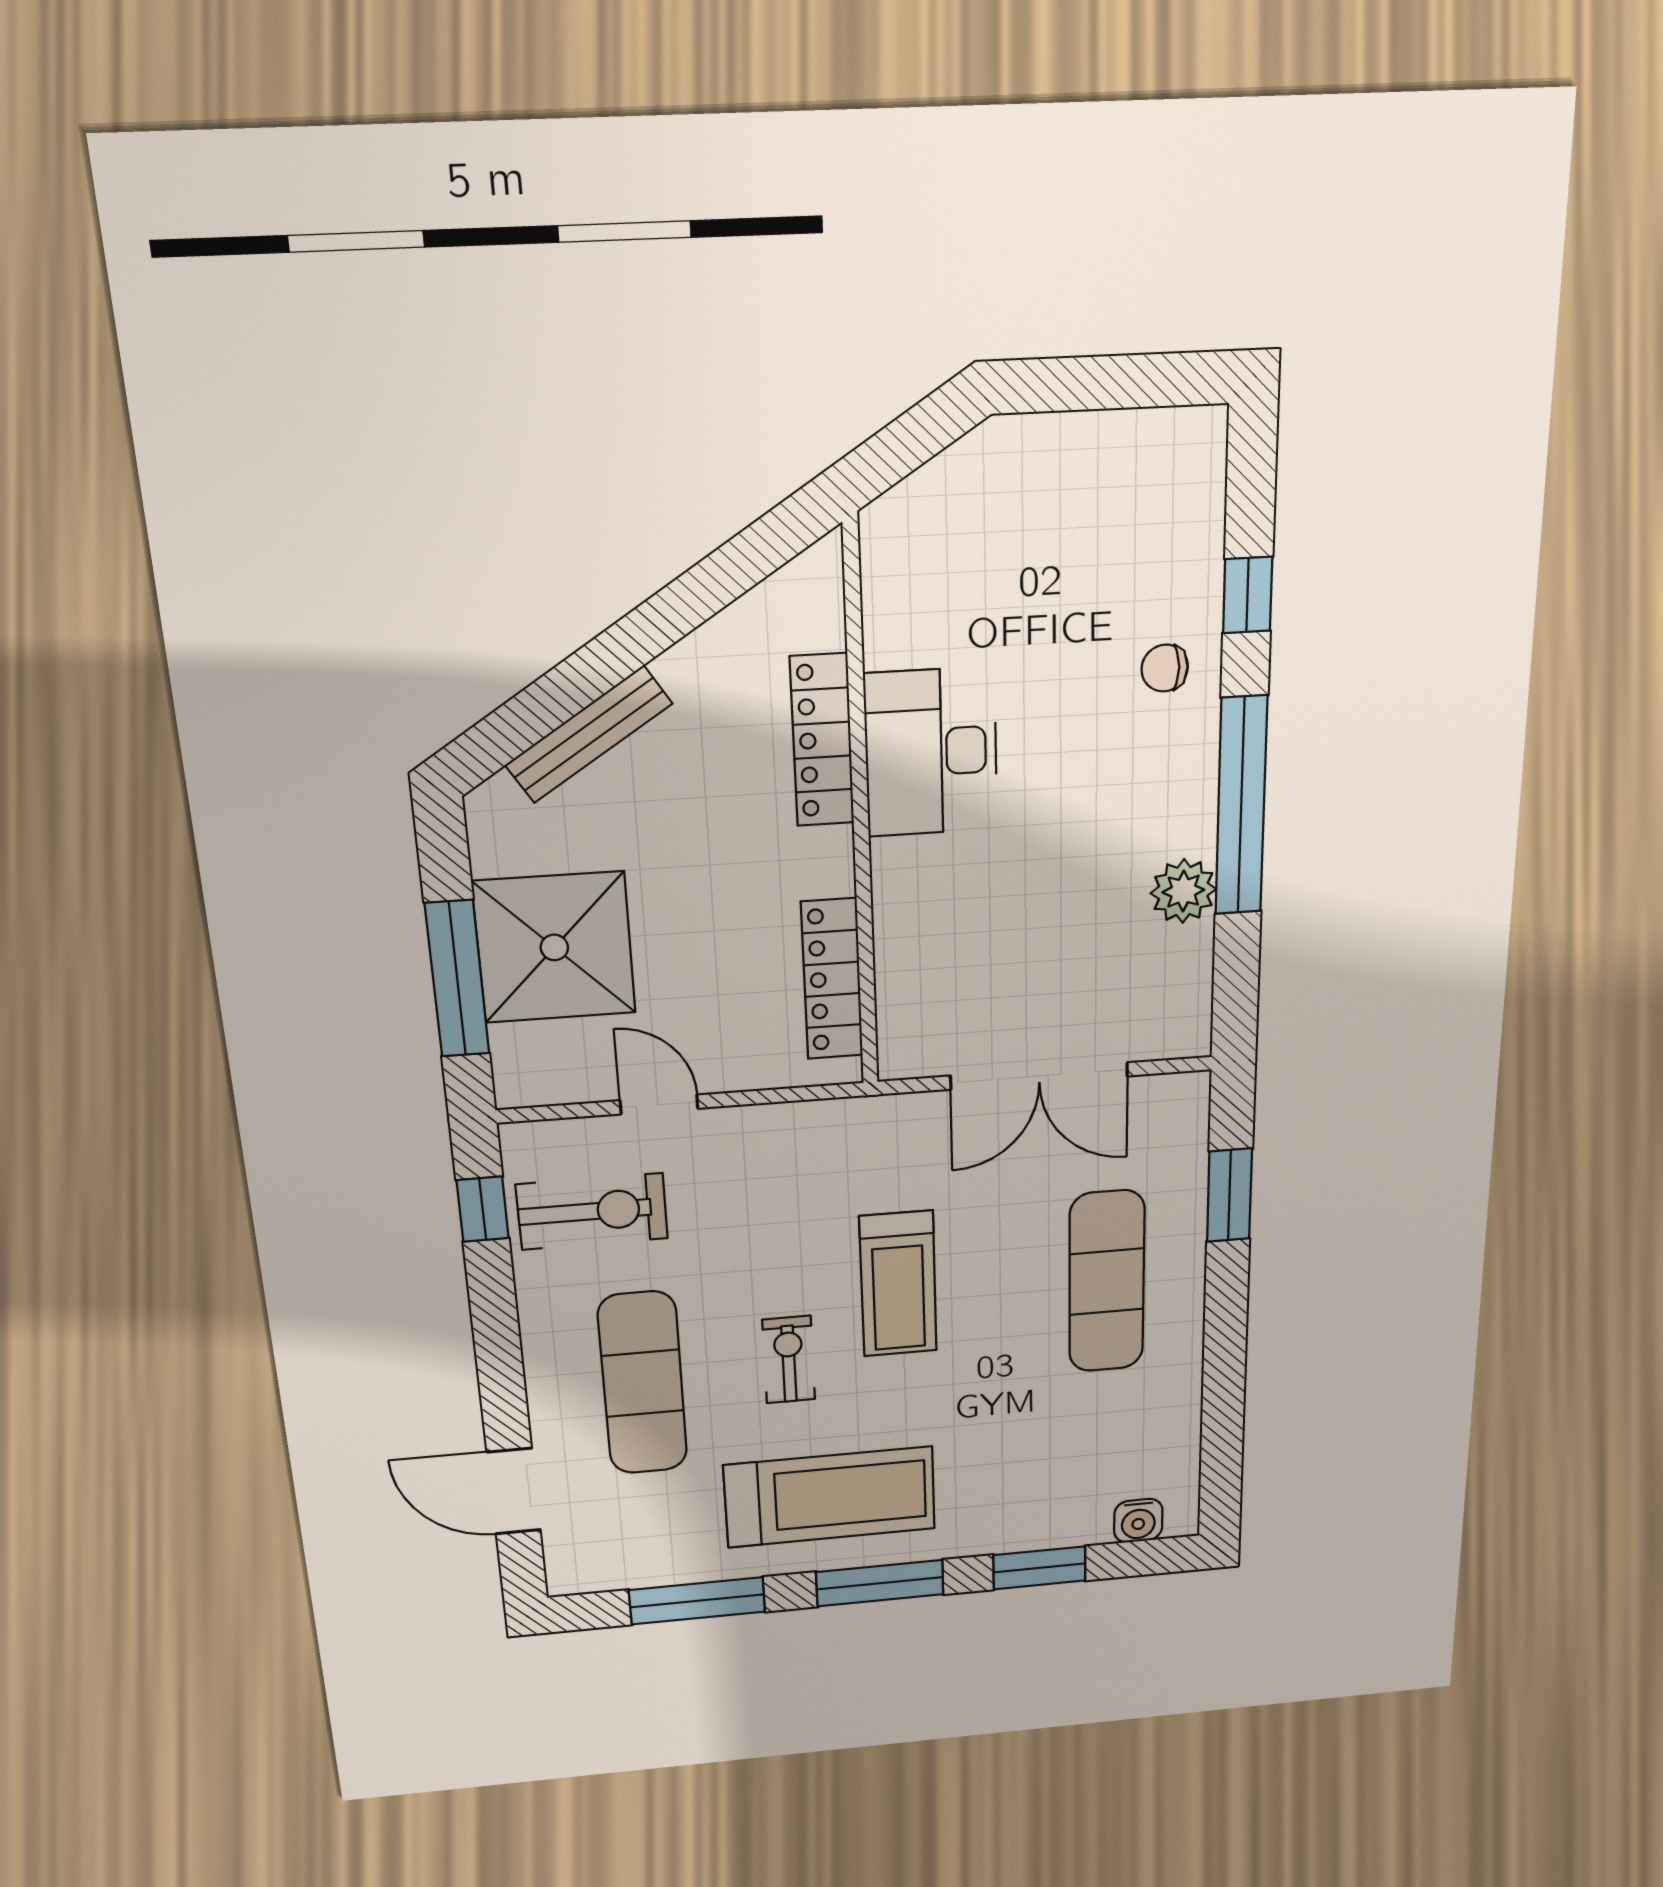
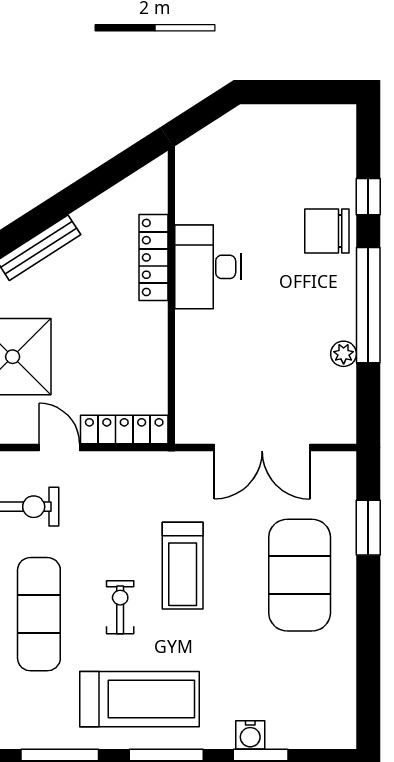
chair: (1165, 668) -> (327, 231), width x1.87, depth x1.87
plant: (1183, 891) -> (344, 354), width x0.73, depth x0.73
locker: (832, 979) -> (124, 430), moved, turned 90
exercise mat: (1107, 1282) -> (300, 575), width x1.47
water cooler: (1138, 1521) -> (250, 735), moved

